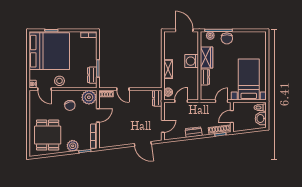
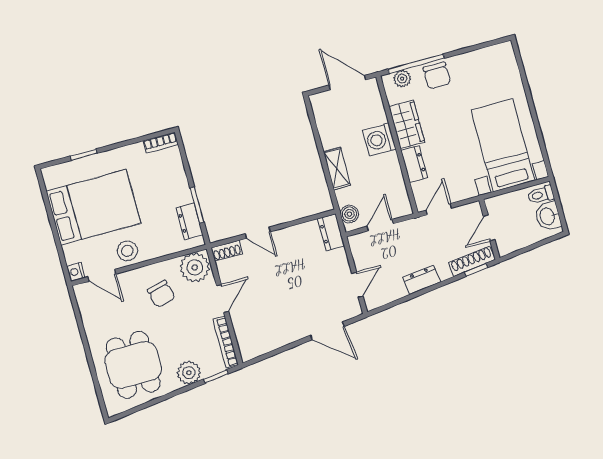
bed: (49, 51) -> (93, 207), width x0.73
door: (222, 101) -> (439, 209), moved

